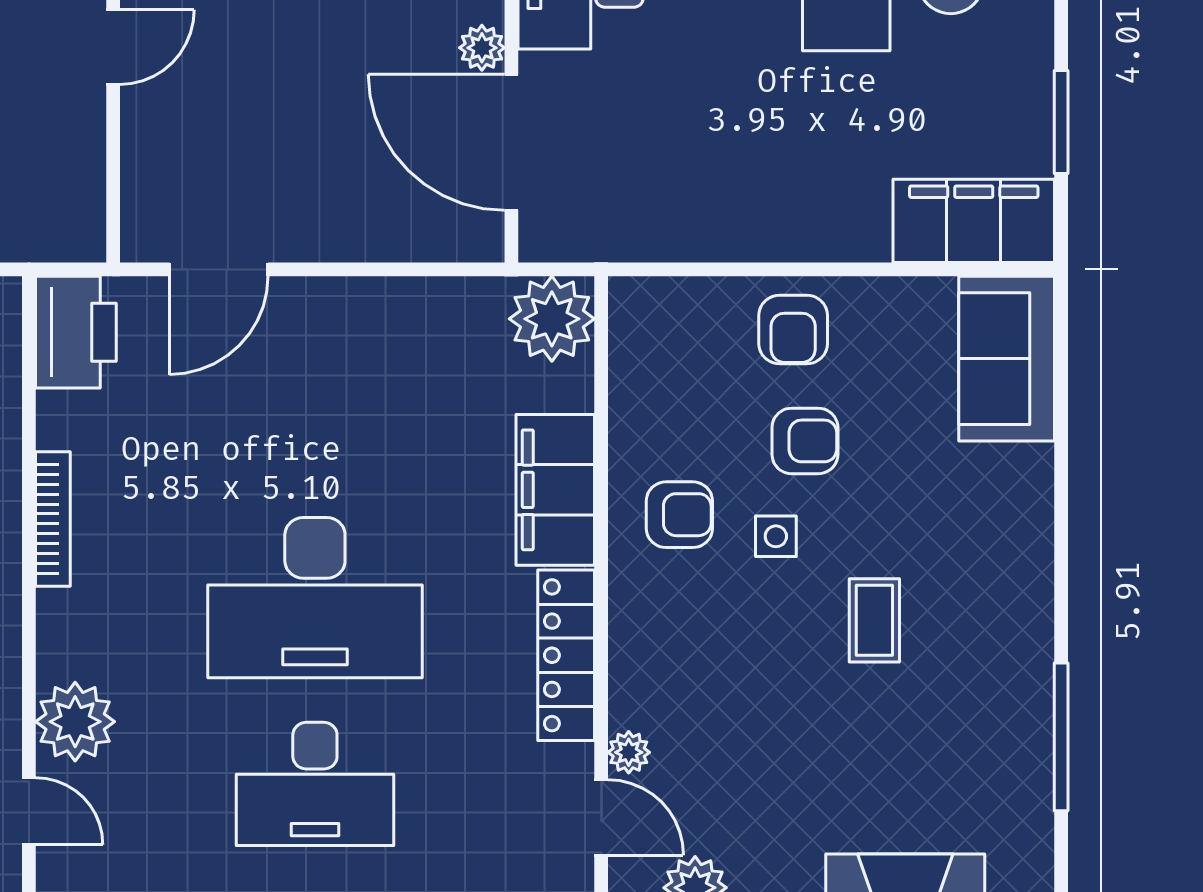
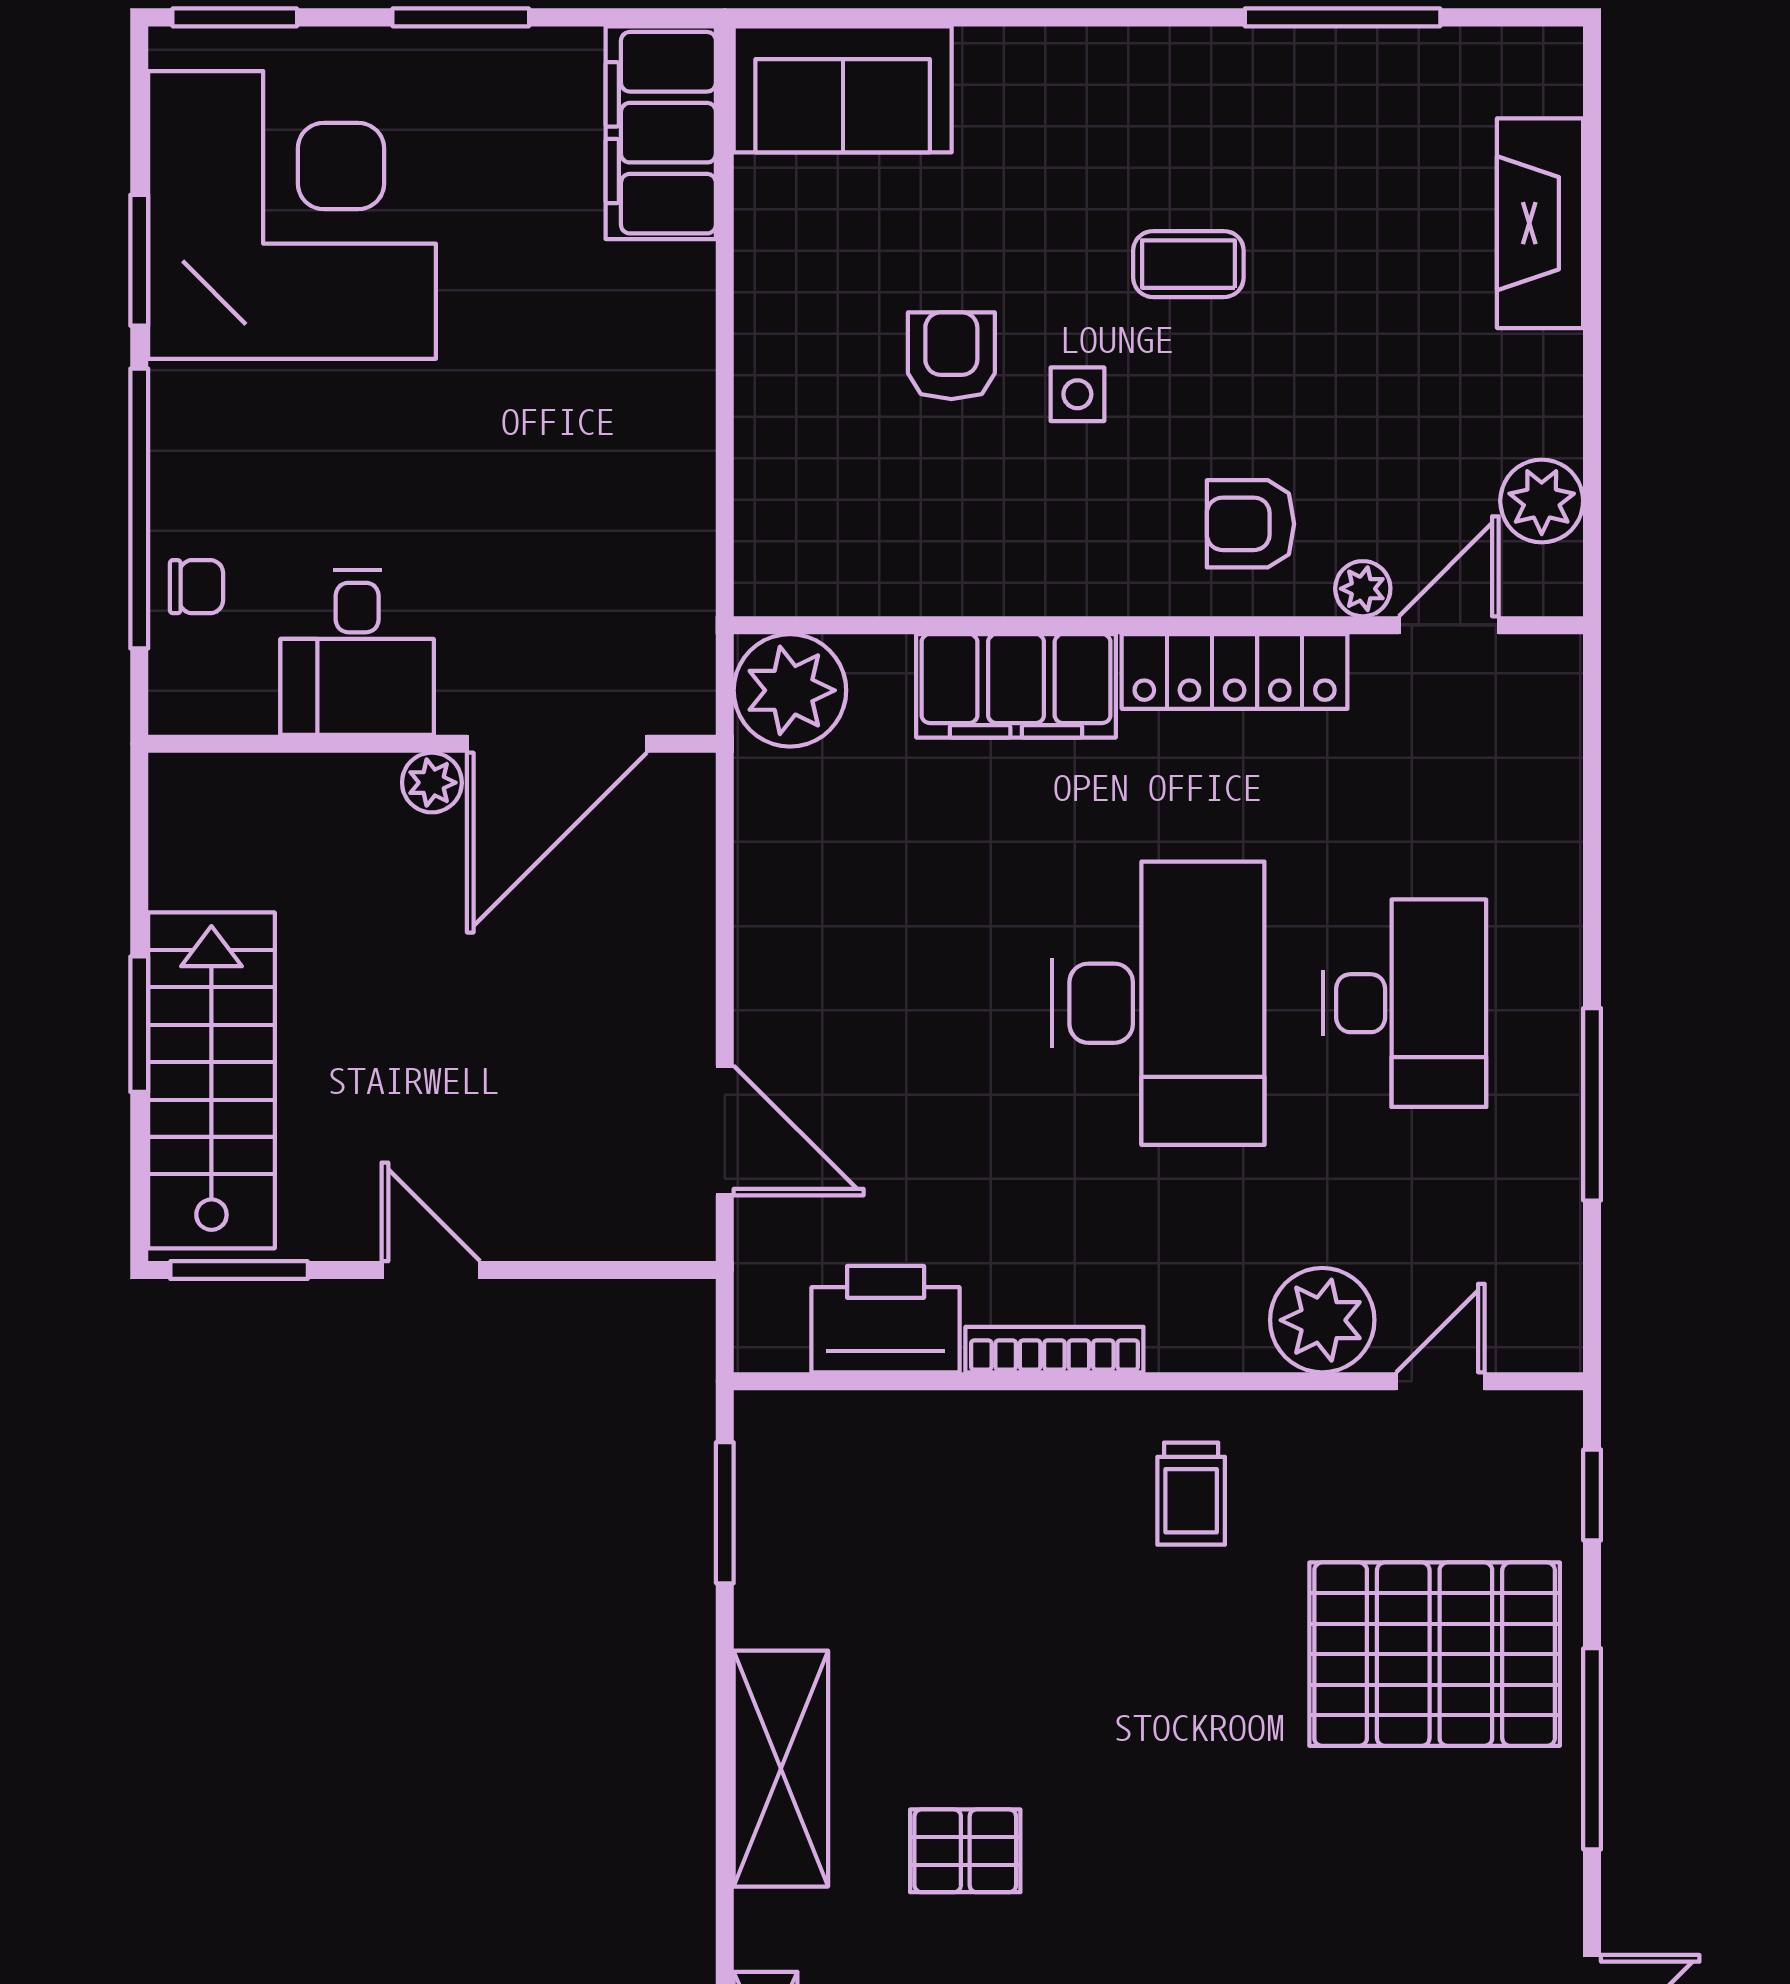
window: (1061, 122) -> (461, 17), moved
armchair: (793, 330) -> (804, 371), removed
printer: (76, 332) -> (886, 1319), moved
armchair: (679, 515) -> (1250, 524), moved, turned -90

